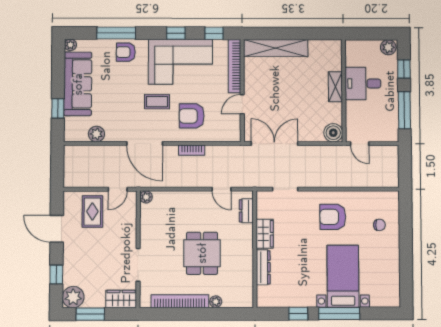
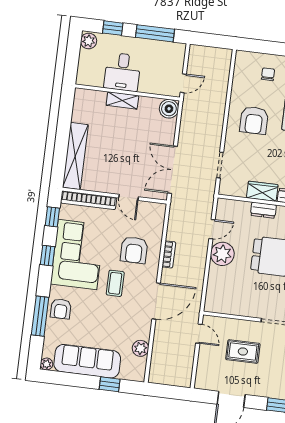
plant: (146, 197) -> (222, 254), moved, width x1.88, depth x1.88
rug: (92, 211) -> (243, 352), moved
dresser: (246, 211) -> (263, 210), moved

